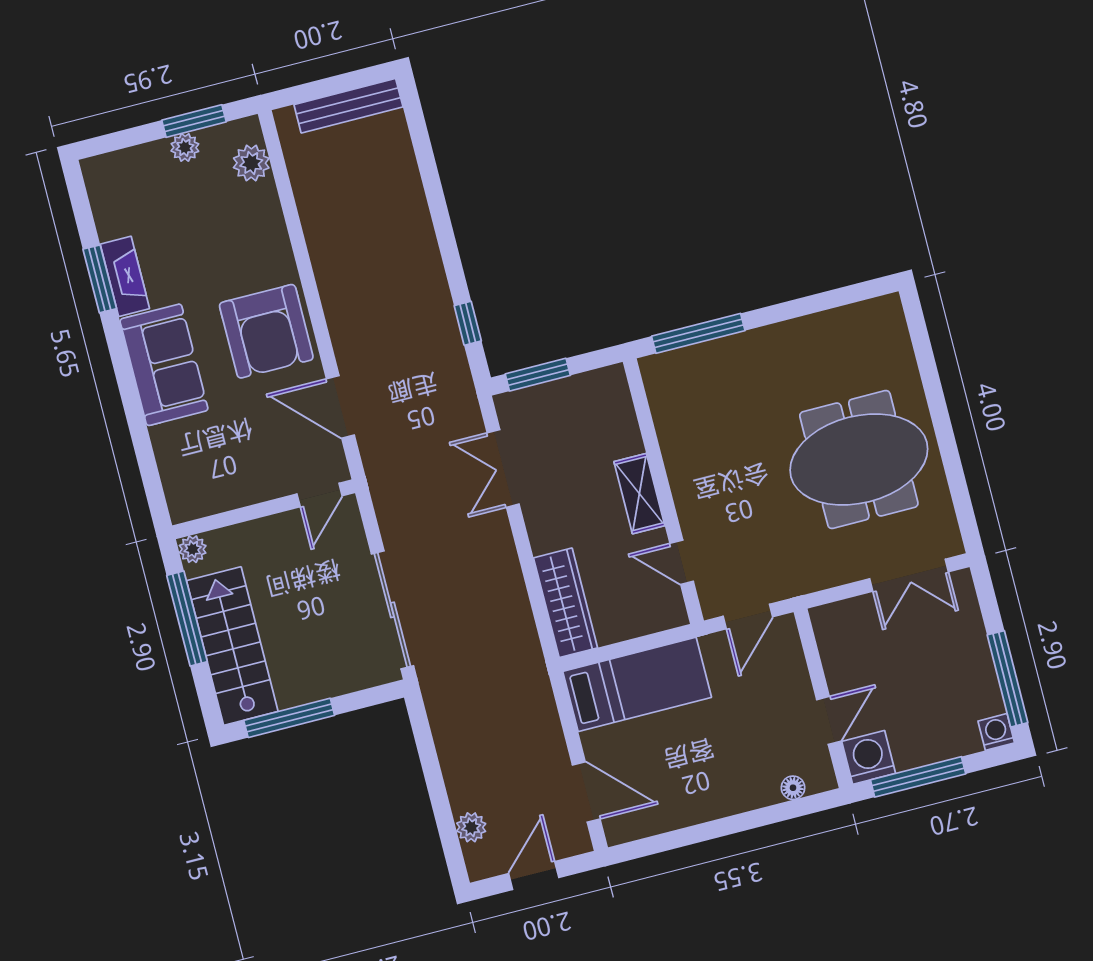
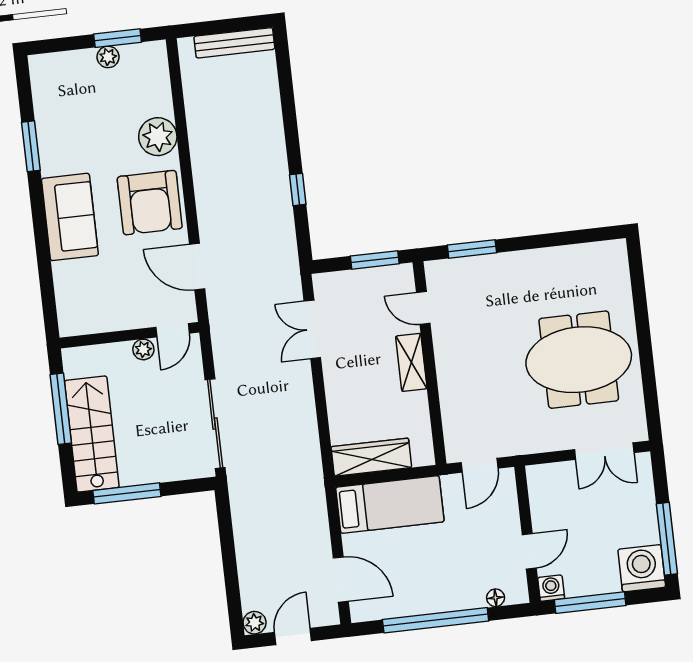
plant: (251, 163) -> (158, 137), moved, width x1.36, depth x1.36
fireplace: (125, 276) -> (50, 147), removed
window: (468, 323) -> (298, 189), moved
window: (698, 333) -> (472, 249), width x0.69
window: (538, 375) -> (375, 260), moved
plant: (193, 549) -> (143, 349), moved
door: (682, 562) -> (423, 308), moved
wardrobe: (566, 603) -> (371, 457), moved, turned -90
washing machine: (996, 732) -> (642, 568), width x1.89, depth x1.89
washing machine: (869, 757) -> (551, 588), width x0.73, depth x0.73
plant: (471, 827) -> (255, 623), moved
window: (718, 828) -> (436, 620), added

